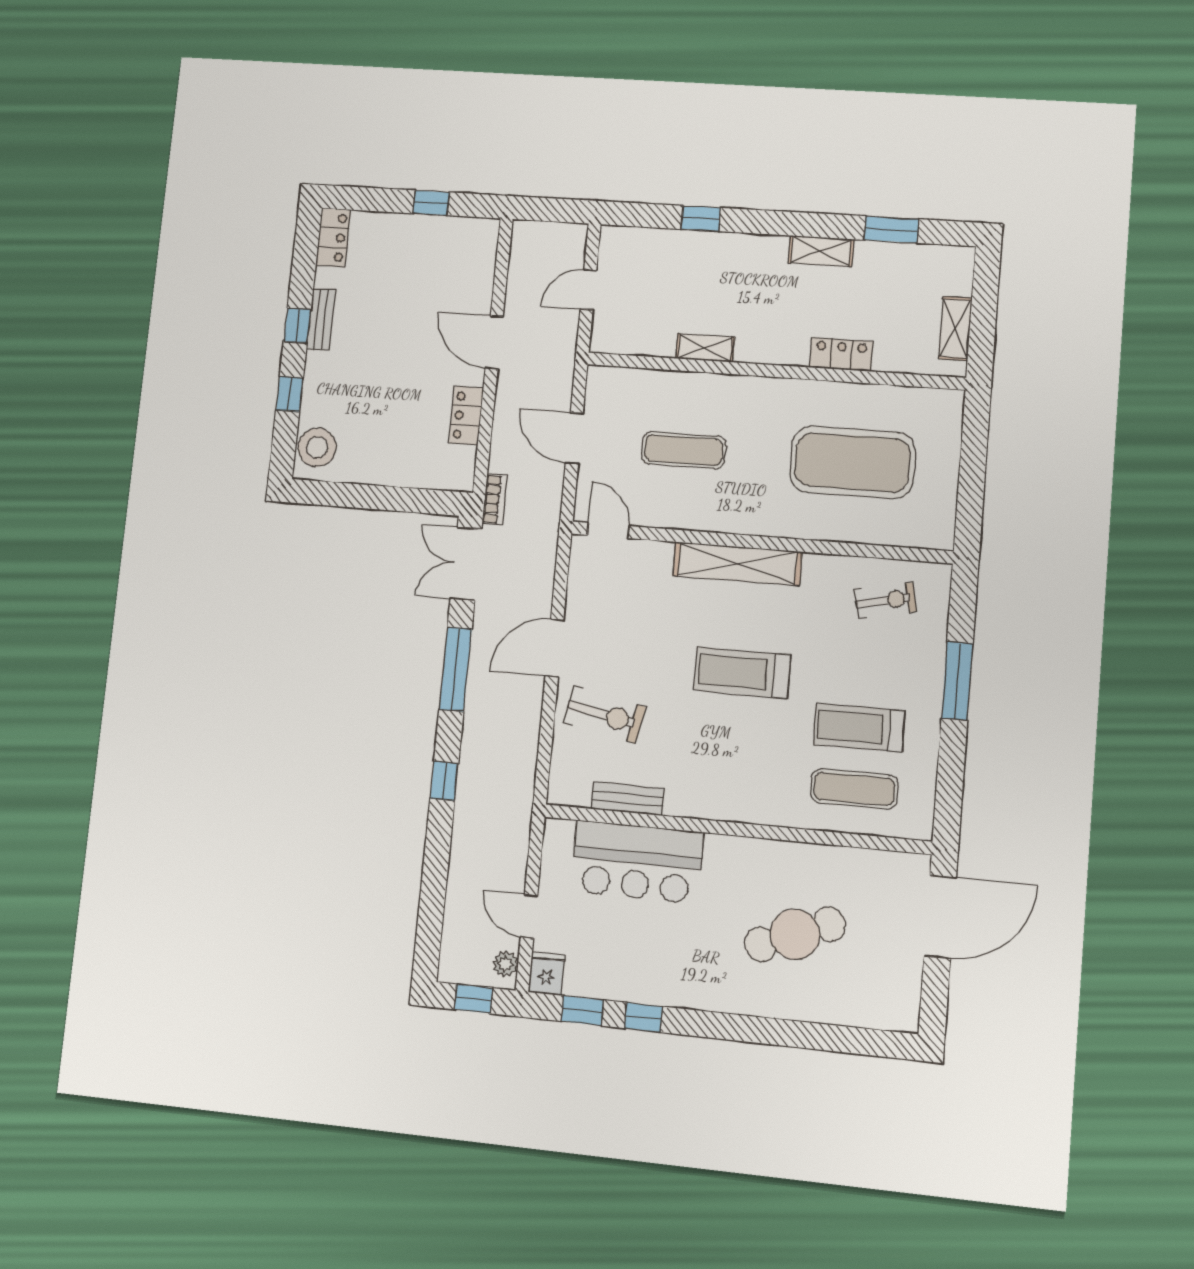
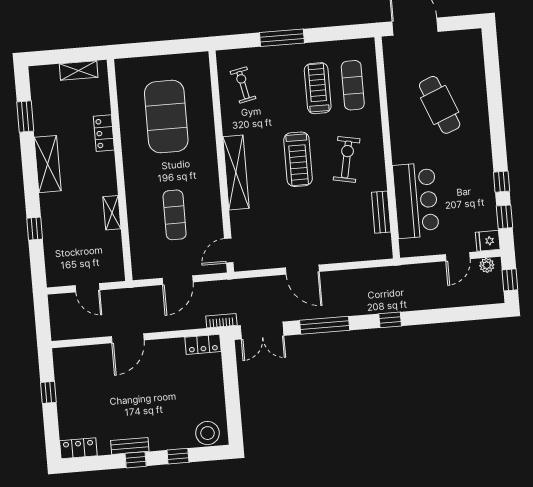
shelving: (821, 251) -> (48, 164), width x1.50, depth x1.33
locker: (466, 416) -> (203, 344), moved
exercise bike: (604, 715) -> (347, 159), moved
treadmill: (859, 727) -> (318, 88), turned 180

